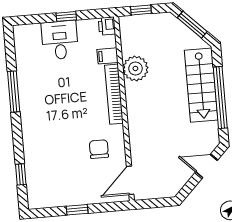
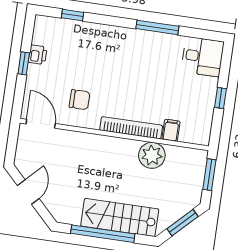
window: (141, 10) -> (209, 175), width x1.50
printer: (107, 26) -> (38, 55), moved, turned 90
desk: (60, 40) -> (203, 57), moved
door: (207, 166) -> (28, 192), moved

